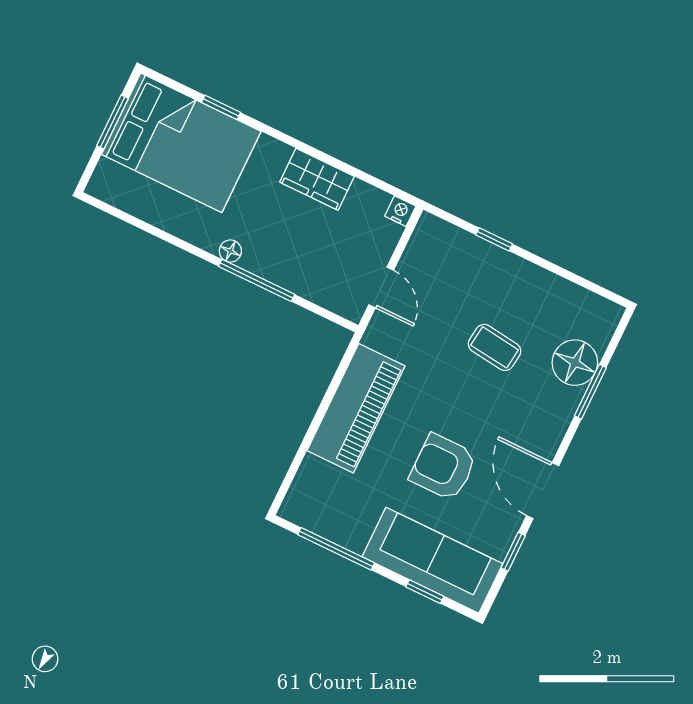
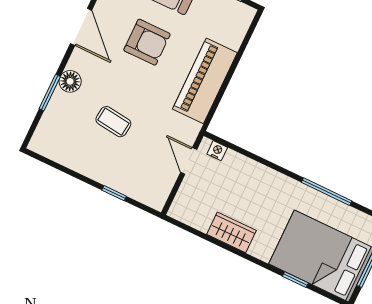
nightstand: (400, 211) -> (217, 151), moved, turned 180
floor lamp: (230, 251) -> (289, 185), removed
window: (257, 280) -> (327, 192), moved
floor lamp: (575, 363) -> (70, 81), moved, width x0.73, depth x0.73

